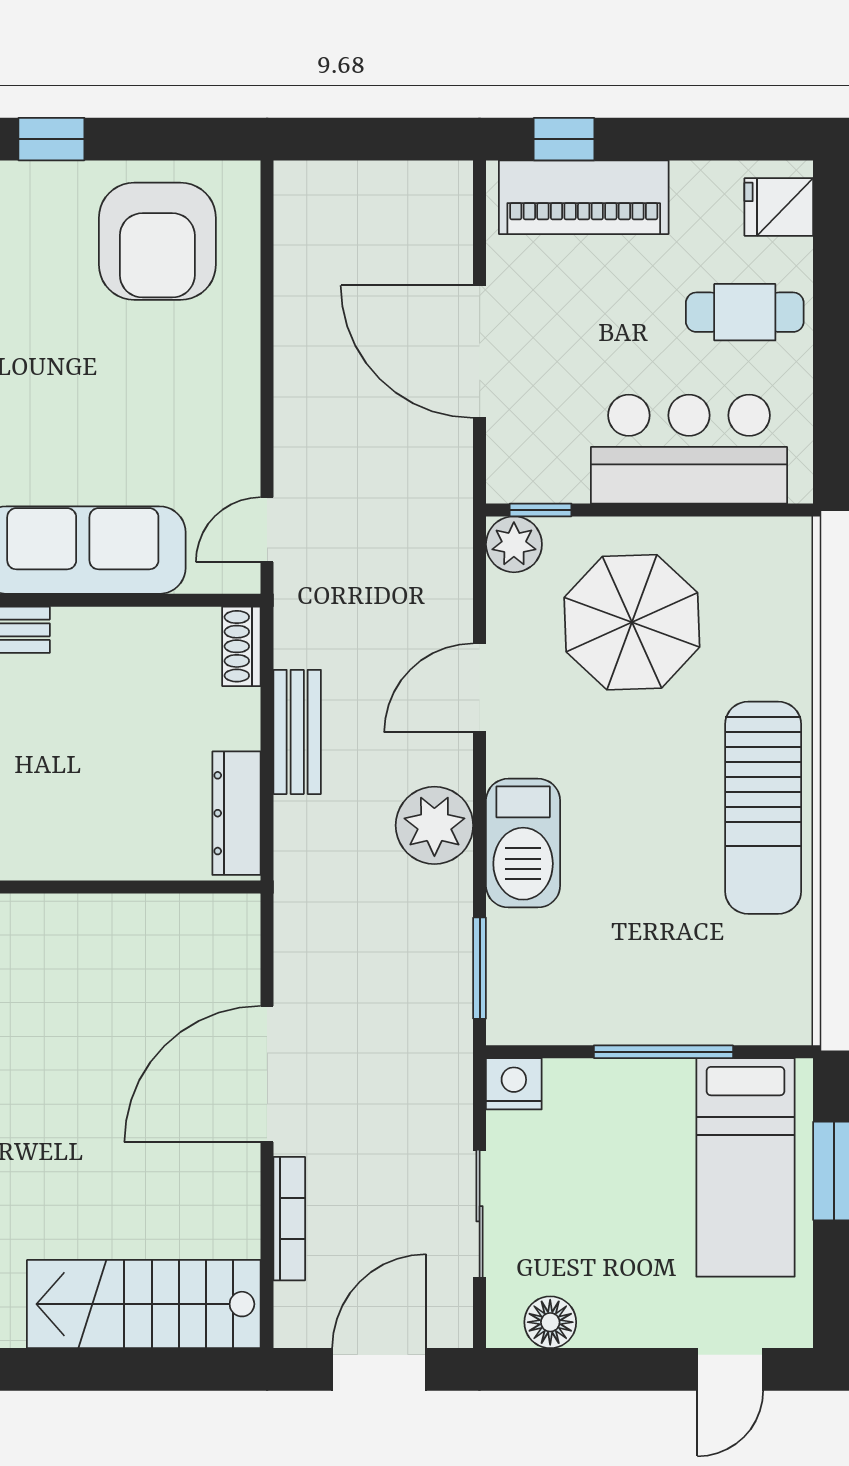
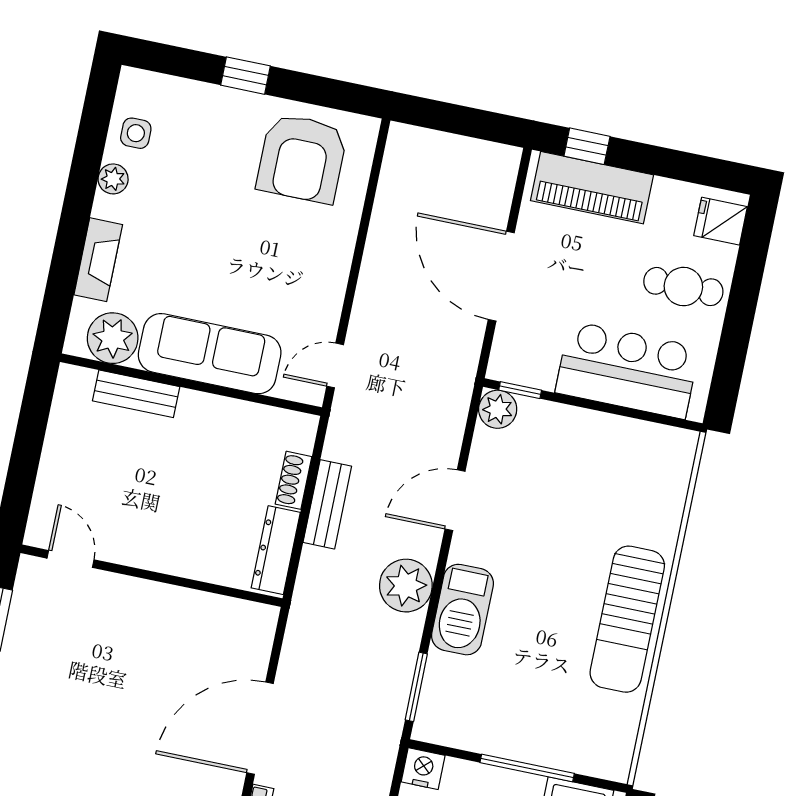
parasol: (632, 622) -> (565, 477), removed
shoe rack: (241, 646) -> (294, 480), moved

